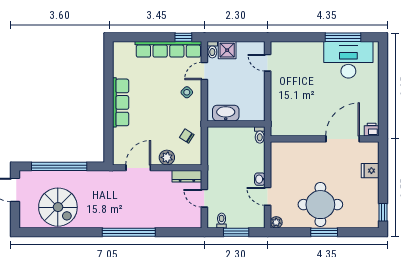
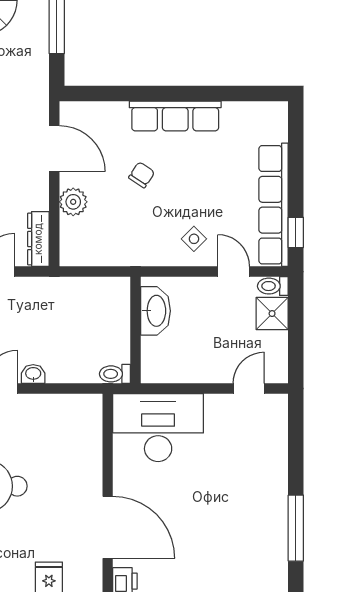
desk: (348, 60) -> (158, 428), moved, turned -90
chair: (187, 136) -> (142, 175), moved

